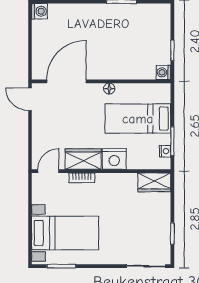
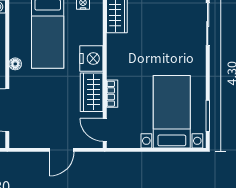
door: (30, 99) -> (62, 150), moved

